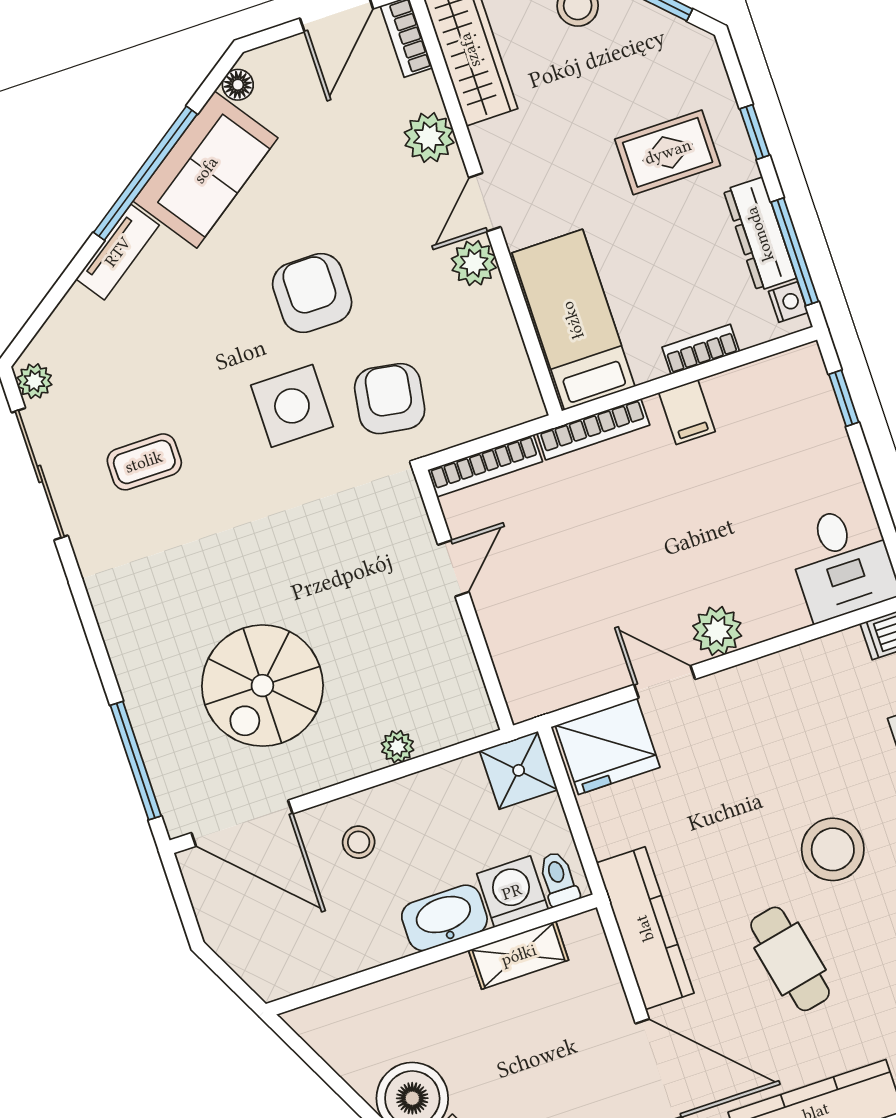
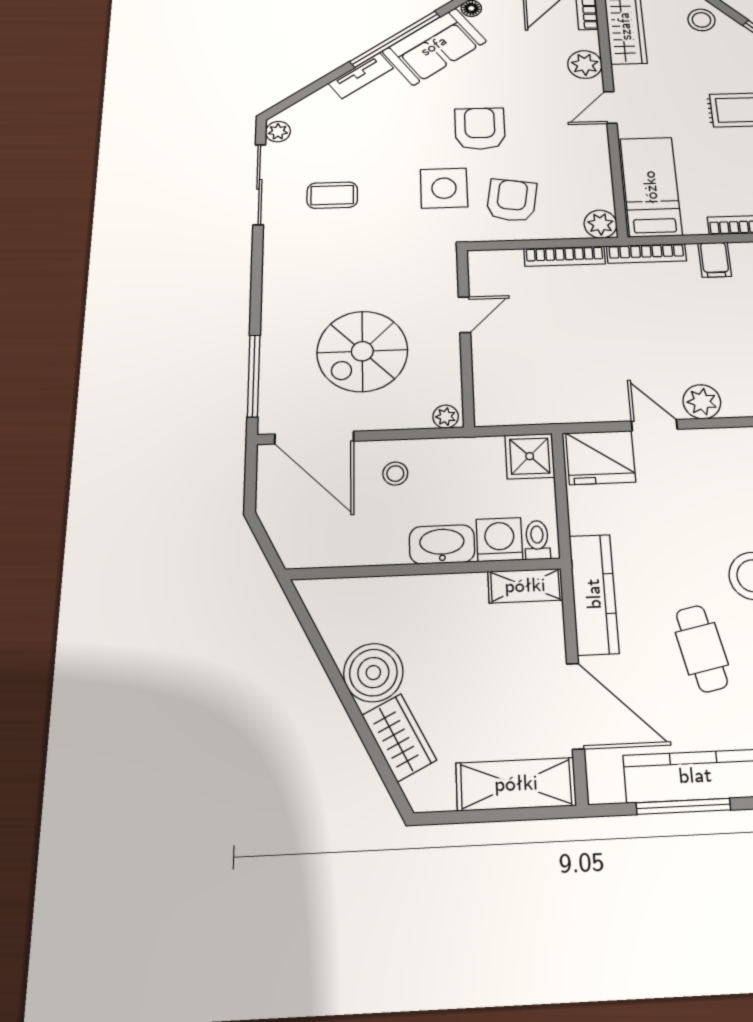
plant: (474, 263) -> (600, 224), moved
door: (453, 568) -> (465, 315), moved
wall: (464, 600) -> (465, 336), moved
shelving: (519, 955) -> (525, 586), moved

